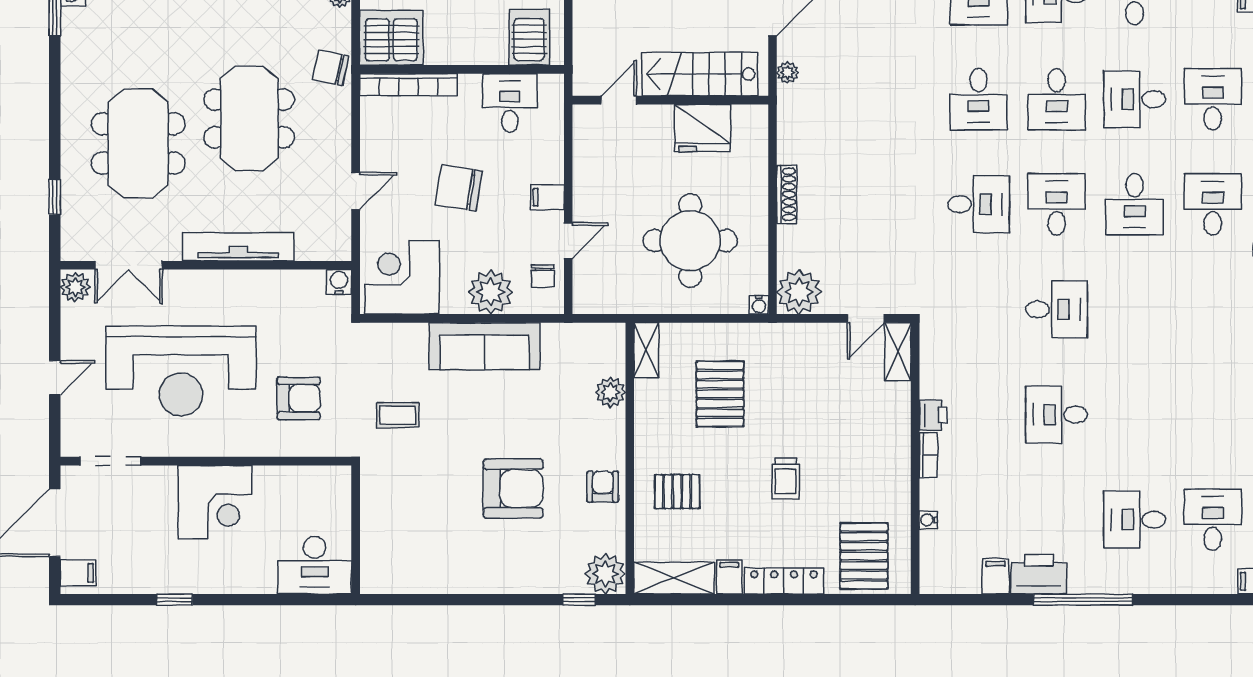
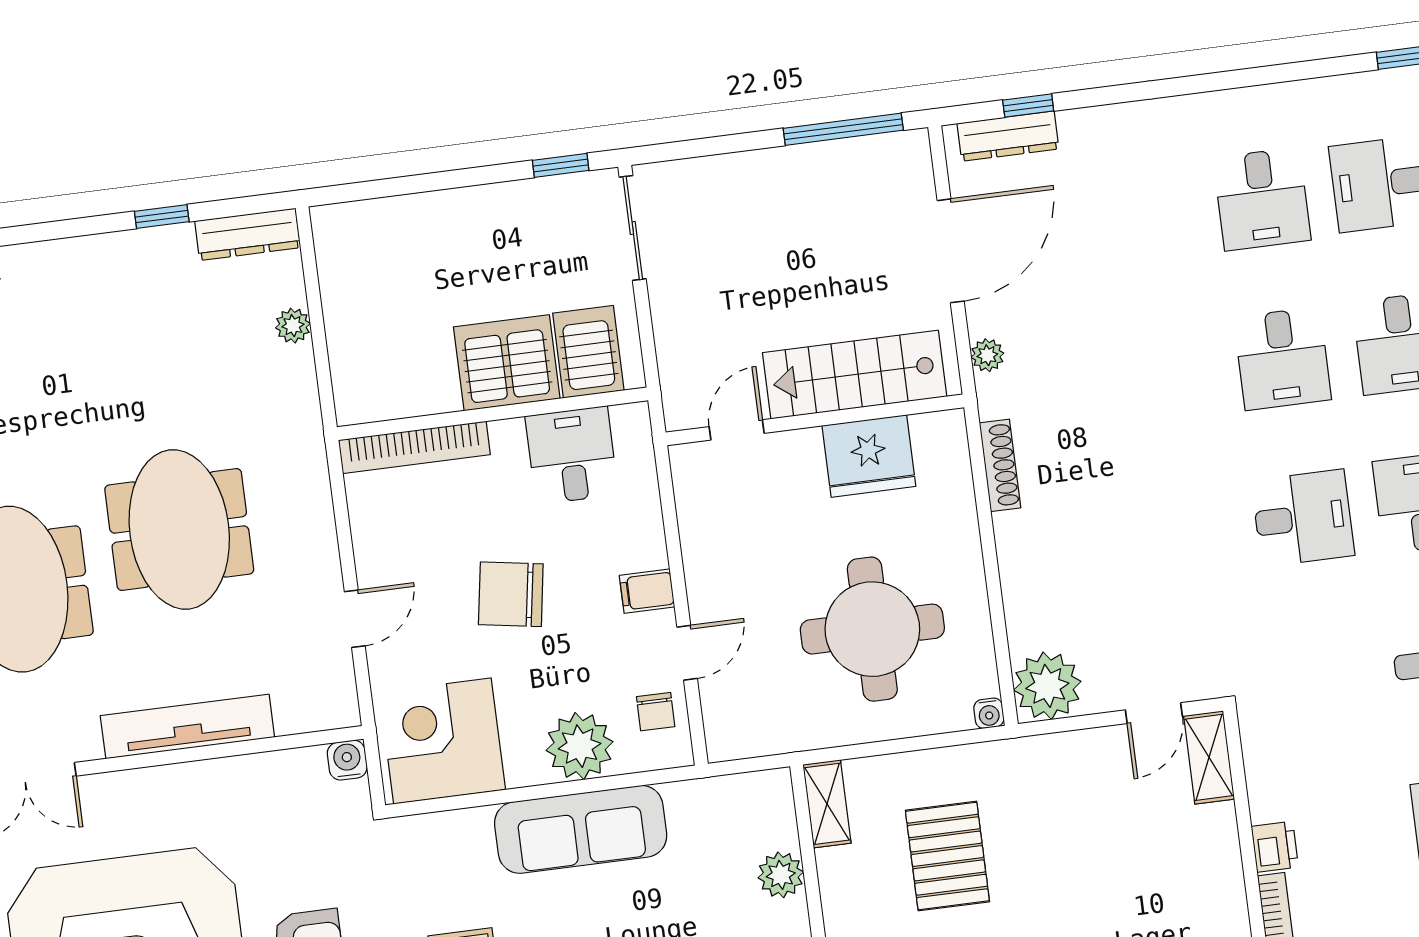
server rack: (391, 38) -> (507, 363), moved
chair: (331, 68) -> (293, 437), removed
shoe rack: (787, 194) -> (1000, 465), moved

